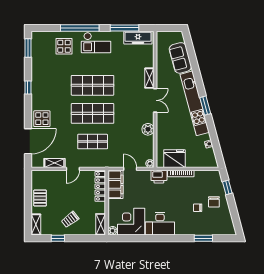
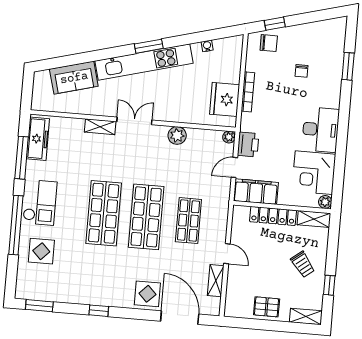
printer: (159, 177) -> (248, 144), moved
locker: (100, 186) -> (273, 216), moved
chair: (214, 202) -> (269, 43), moved

